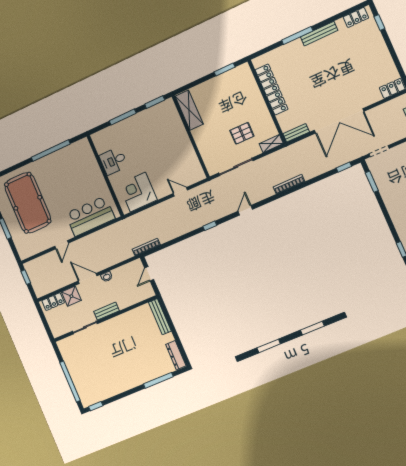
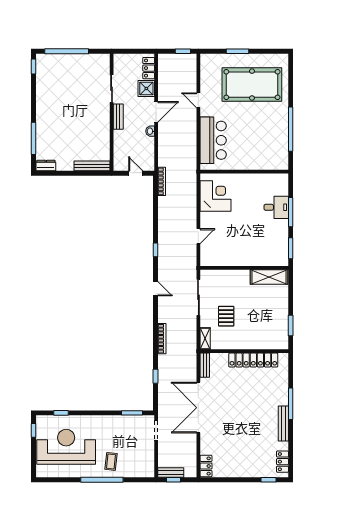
desk: (113, 161) -> (276, 207), moved, turned 90
window: (344, 167) -> (156, 376), moved
dresser: (176, 355) -> (46, 166), width x0.70

